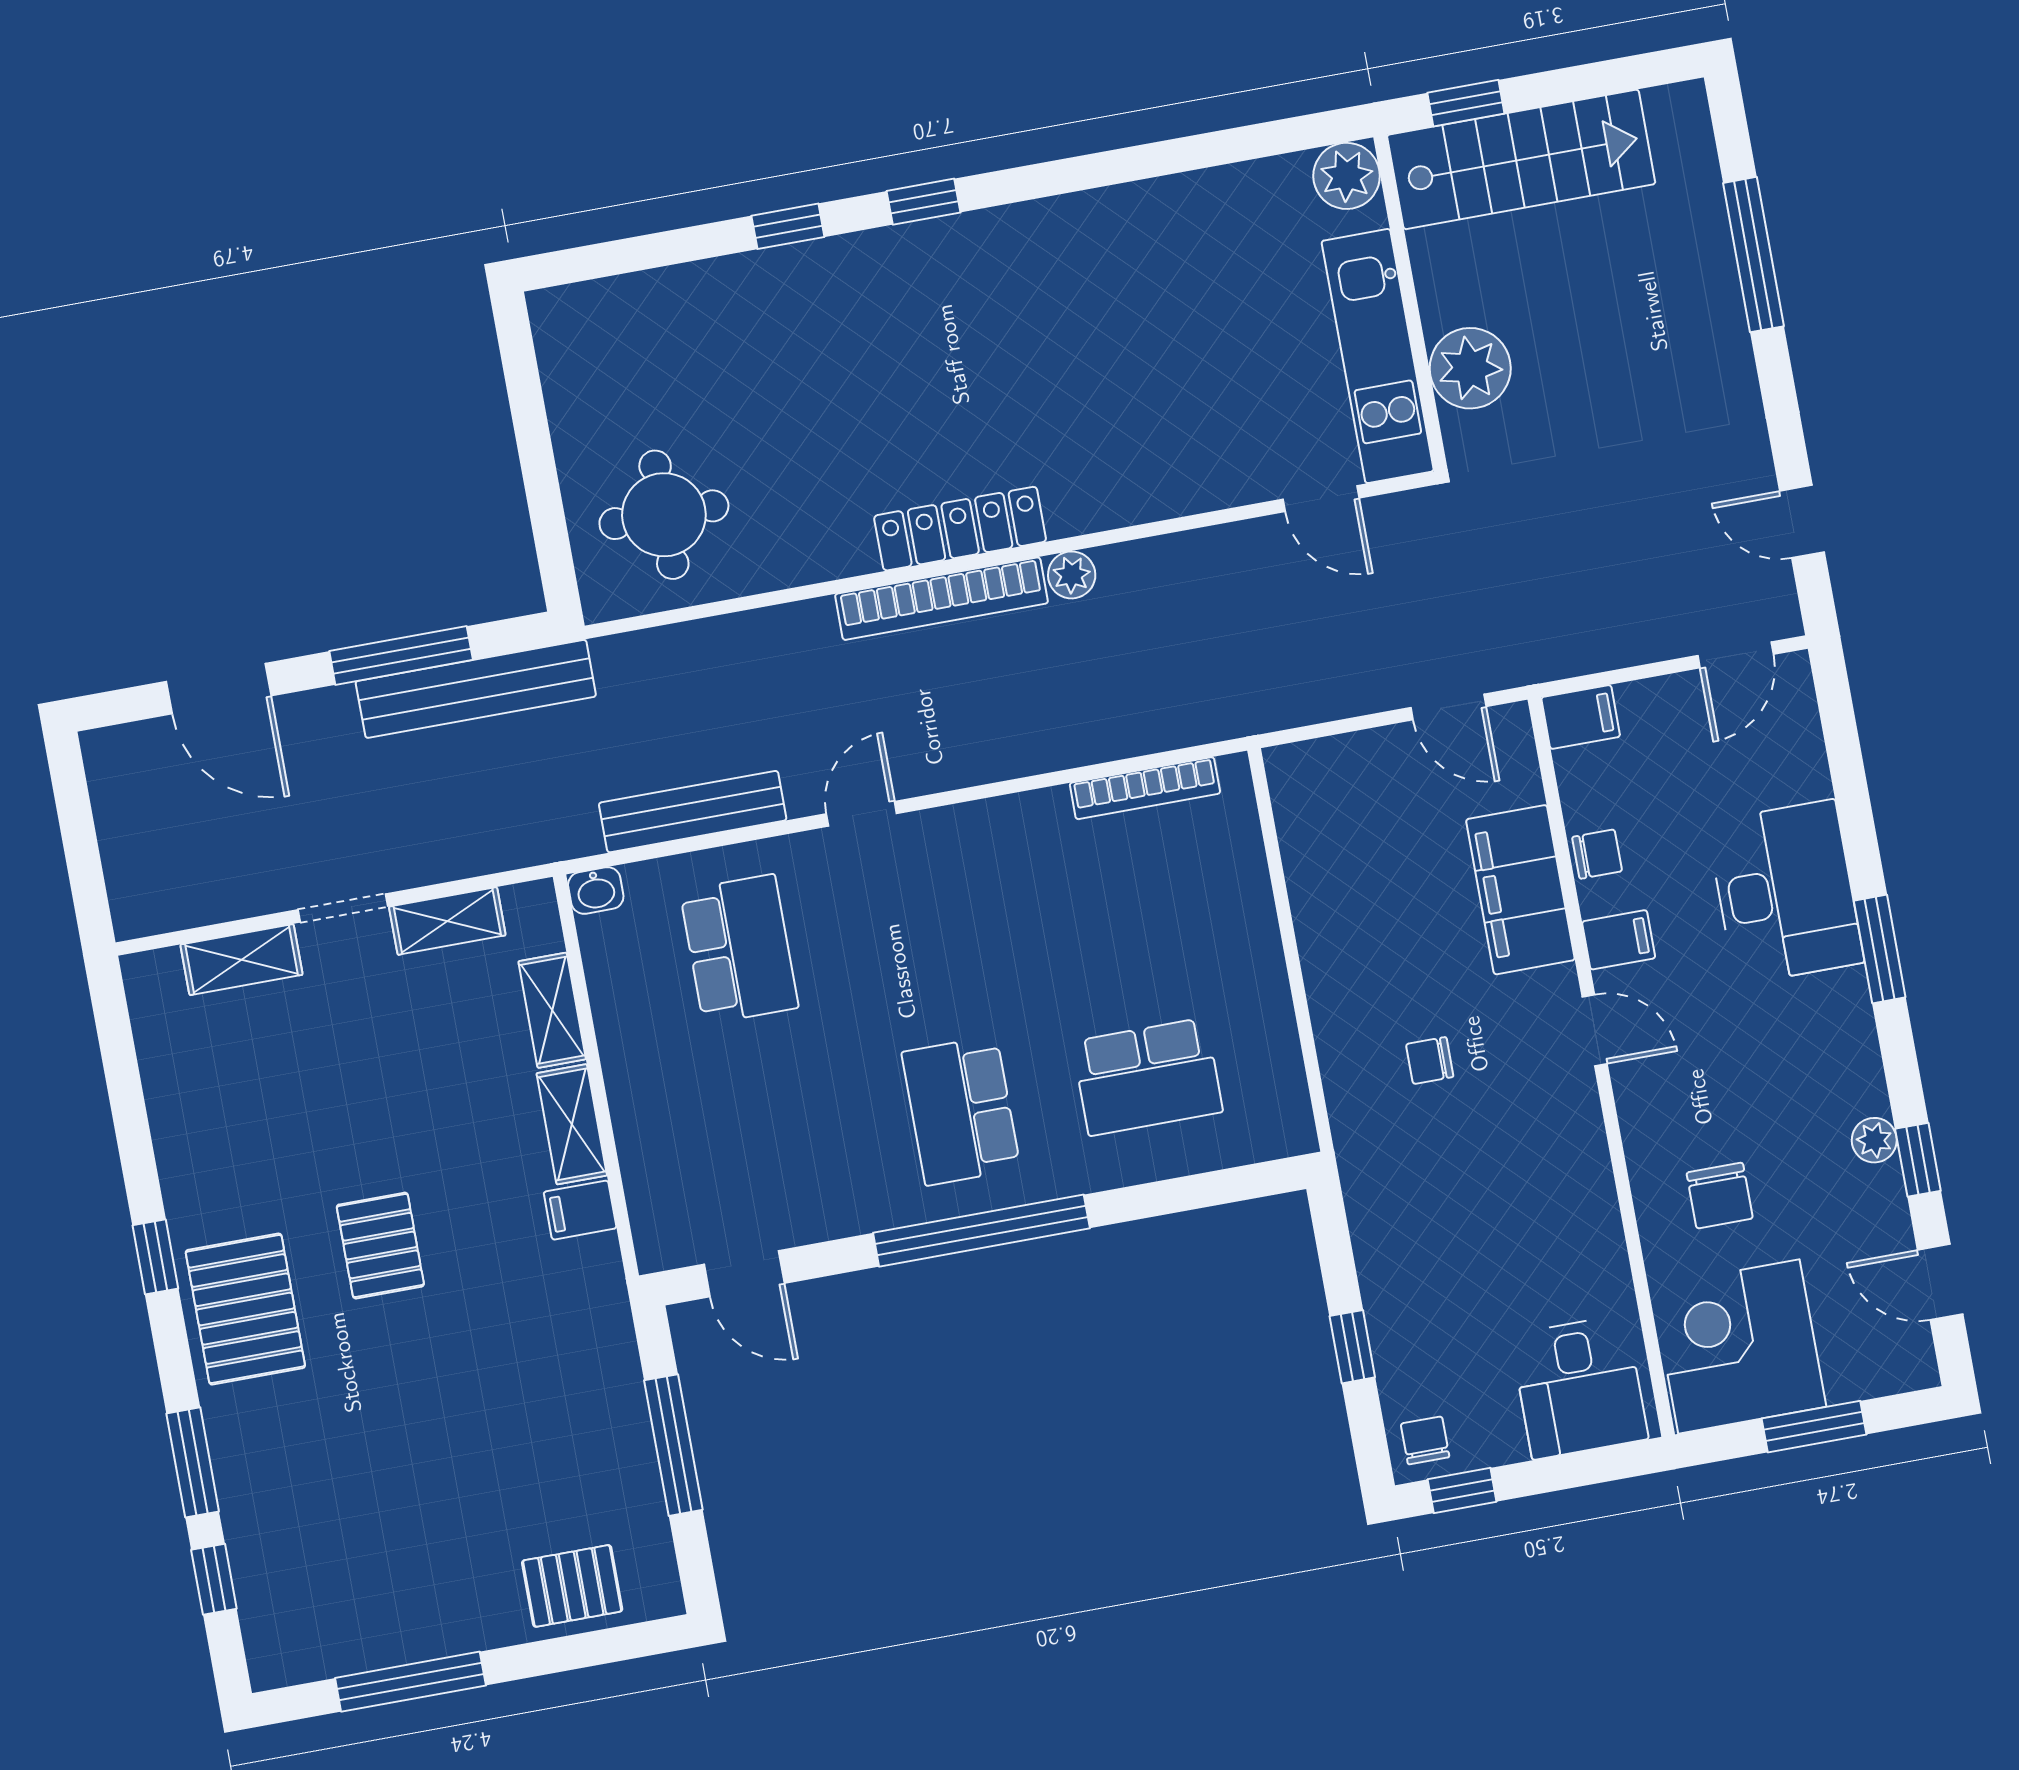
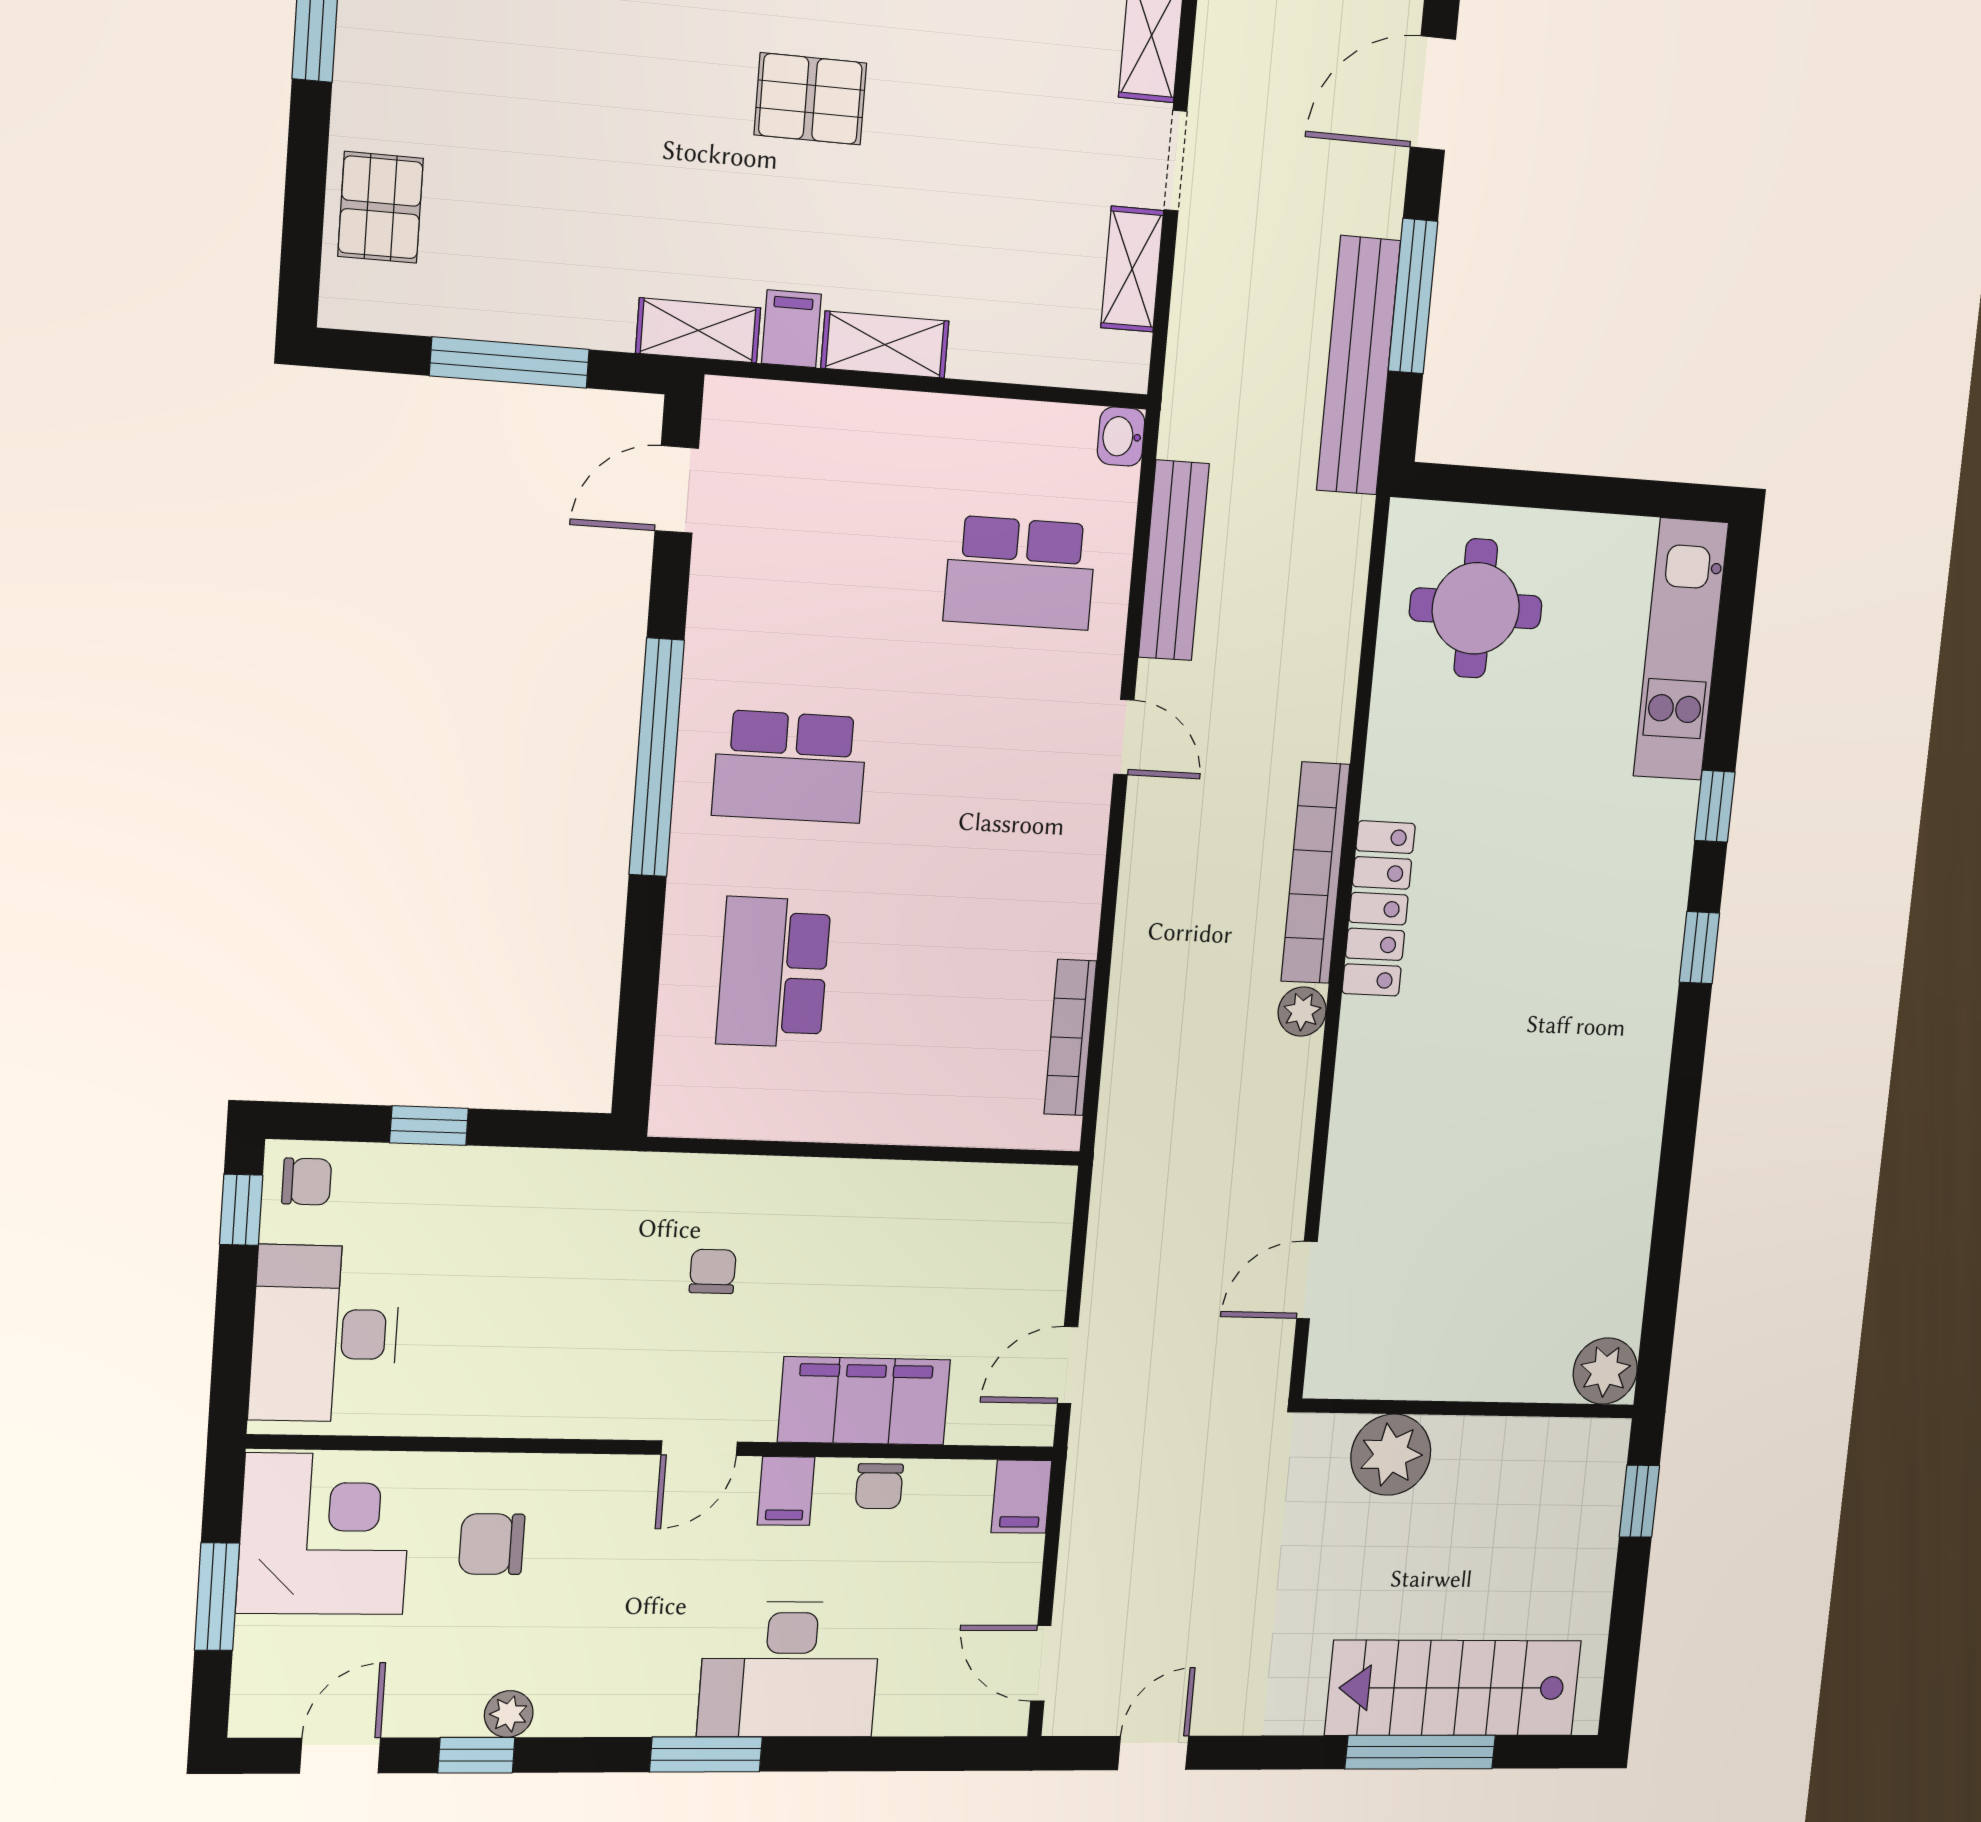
stairs: (1521, 159) -> (1454, 1688), moved, turned 90
kitchen unit: (1378, 356) -> (1681, 649), moved, turned -90
shelving: (552, 1010) -> (698, 330), moved
school desk: (961, 1111) -> (790, 767), turned 180
desk: (1579, 1387) -> (325, 1334), width x1.37

